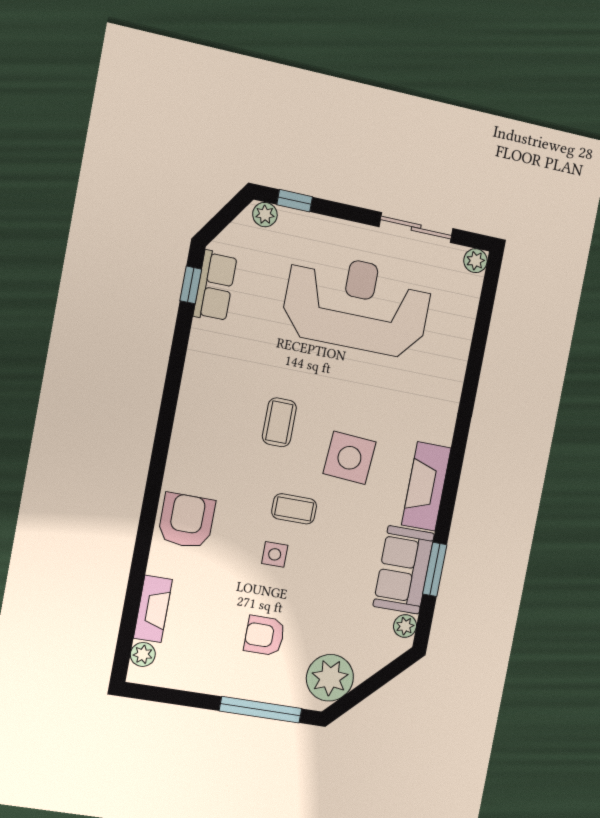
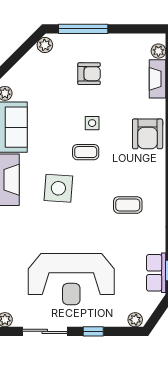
window: (295, 201) -> (93, 331), moved
coffee table: (279, 422) -> (128, 205), moved, turned 90
plant: (330, 678) -> (45, 45), width x0.53, depth x0.53

